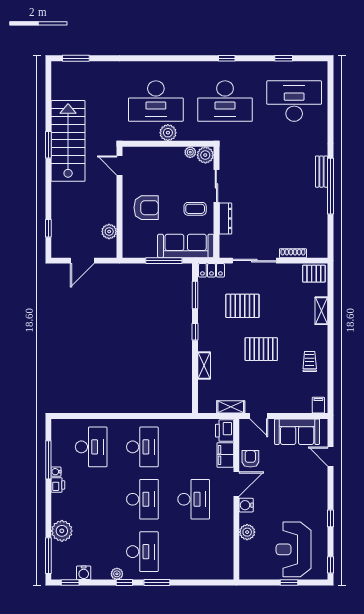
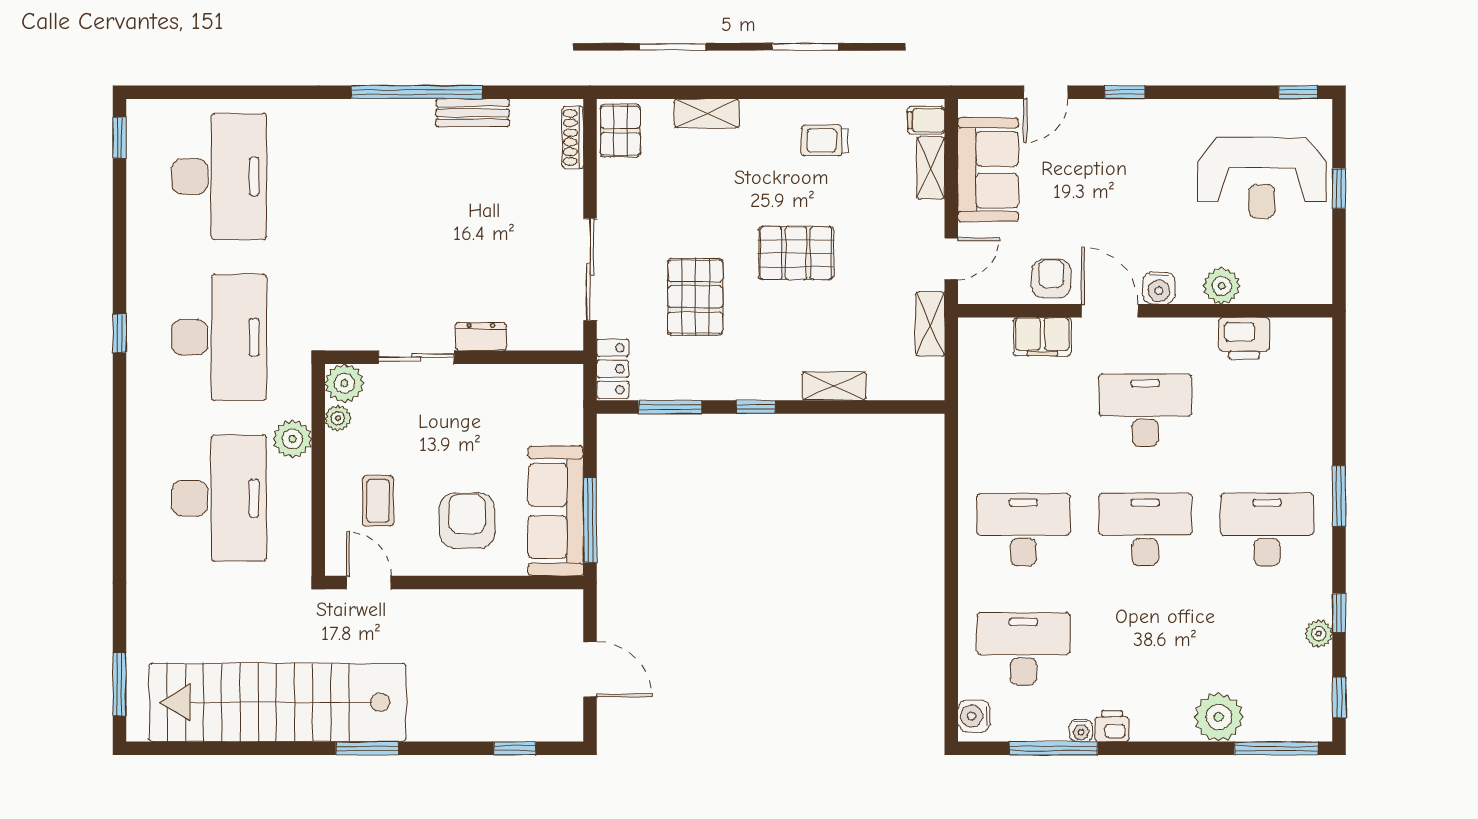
window: (284, 58) -> (120, 138), moved
desk: (294, 101) -> (219, 177), turned 180
plant: (168, 133) -> (292, 439), moved
stairs: (68, 141) -> (277, 702), width x1.36
window: (48, 145) -> (367, 748), moved
door: (120, 165) -> (369, 583), swing flipped
bench: (322, 172) -> (473, 113), moved
coffee table: (195, 209) -> (378, 501), moved
dresser: (225, 218) -> (481, 336), width x0.70
plant: (109, 231) -> (522, 607), removed
sofa: (186, 246) -> (556, 511), moved
shoe rack: (293, 253) -> (573, 137), moved
window: (164, 261) -> (590, 520), moved
pallet: (261, 349) -> (796, 253), turned 90
shelving: (298, 407) -> (931, 168), added
printer: (225, 431) -> (1244, 338), moved
armchair: (250, 459) -> (1051, 278), turned 90
window: (330, 518) -> (1125, 92), moved
water cooler: (84, 573) -> (974, 716), moved, turned 180
plant: (117, 574) -> (1319, 634), moved
window: (124, 583) -> (1339, 613), moved

